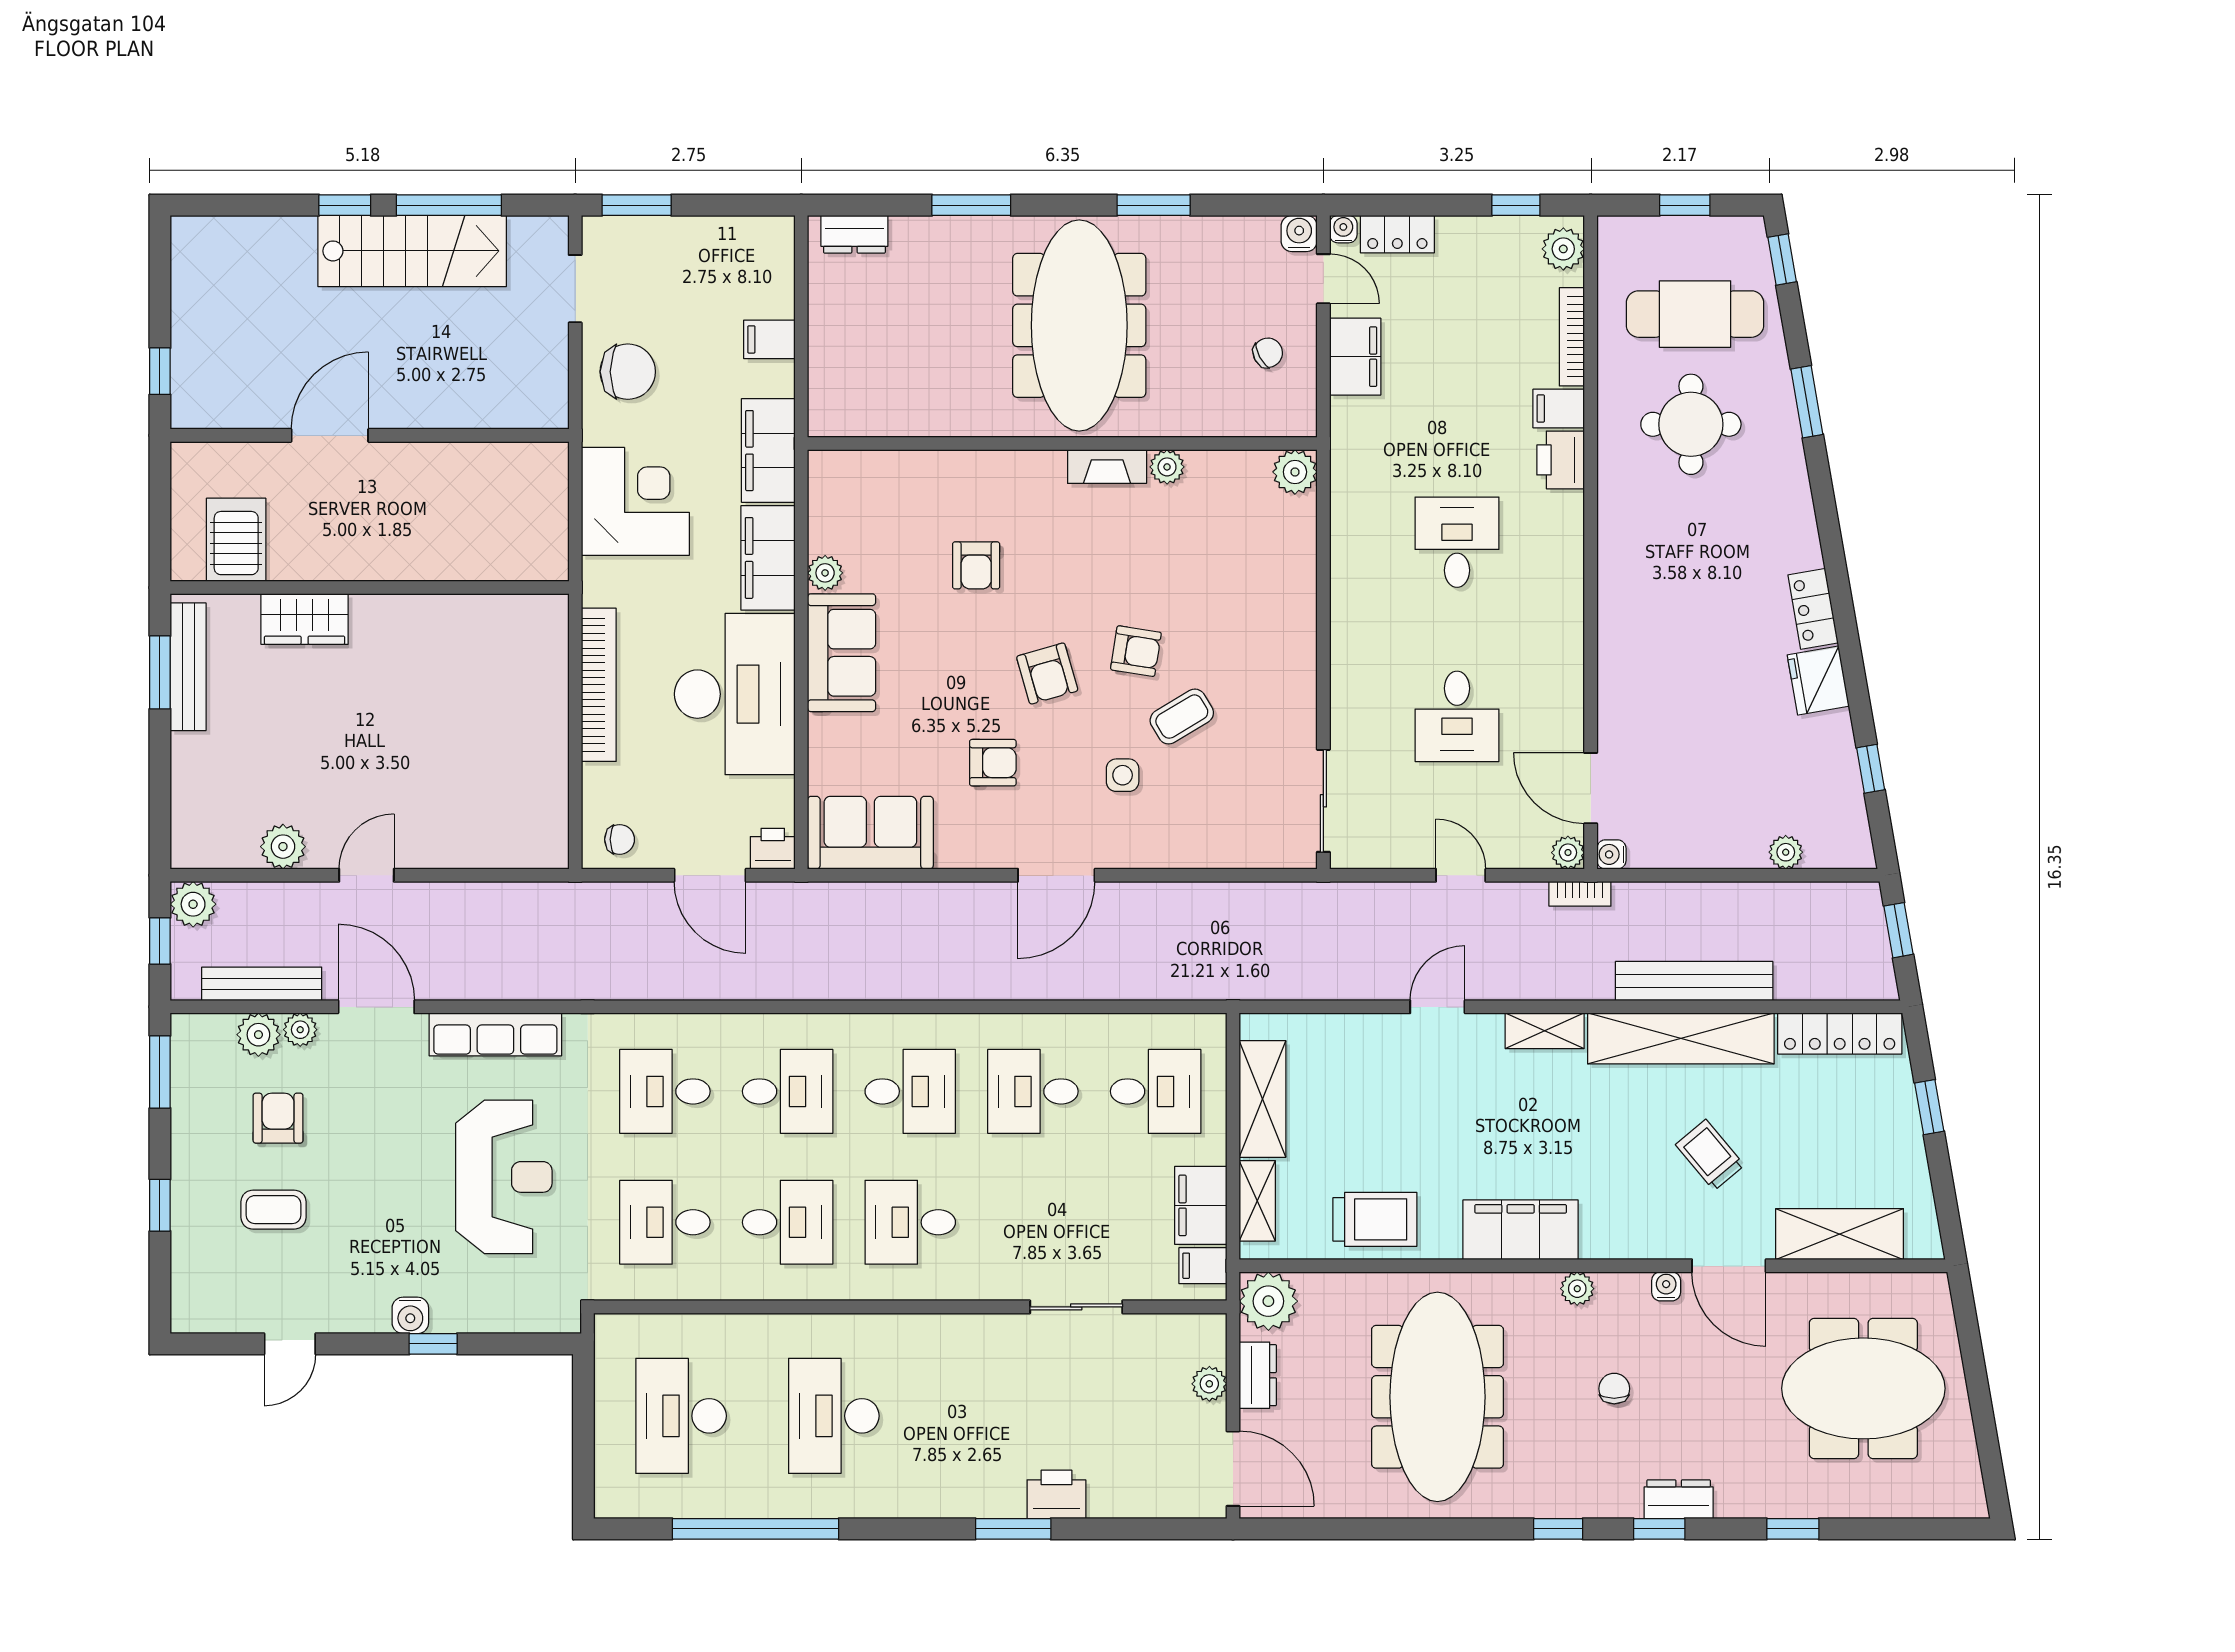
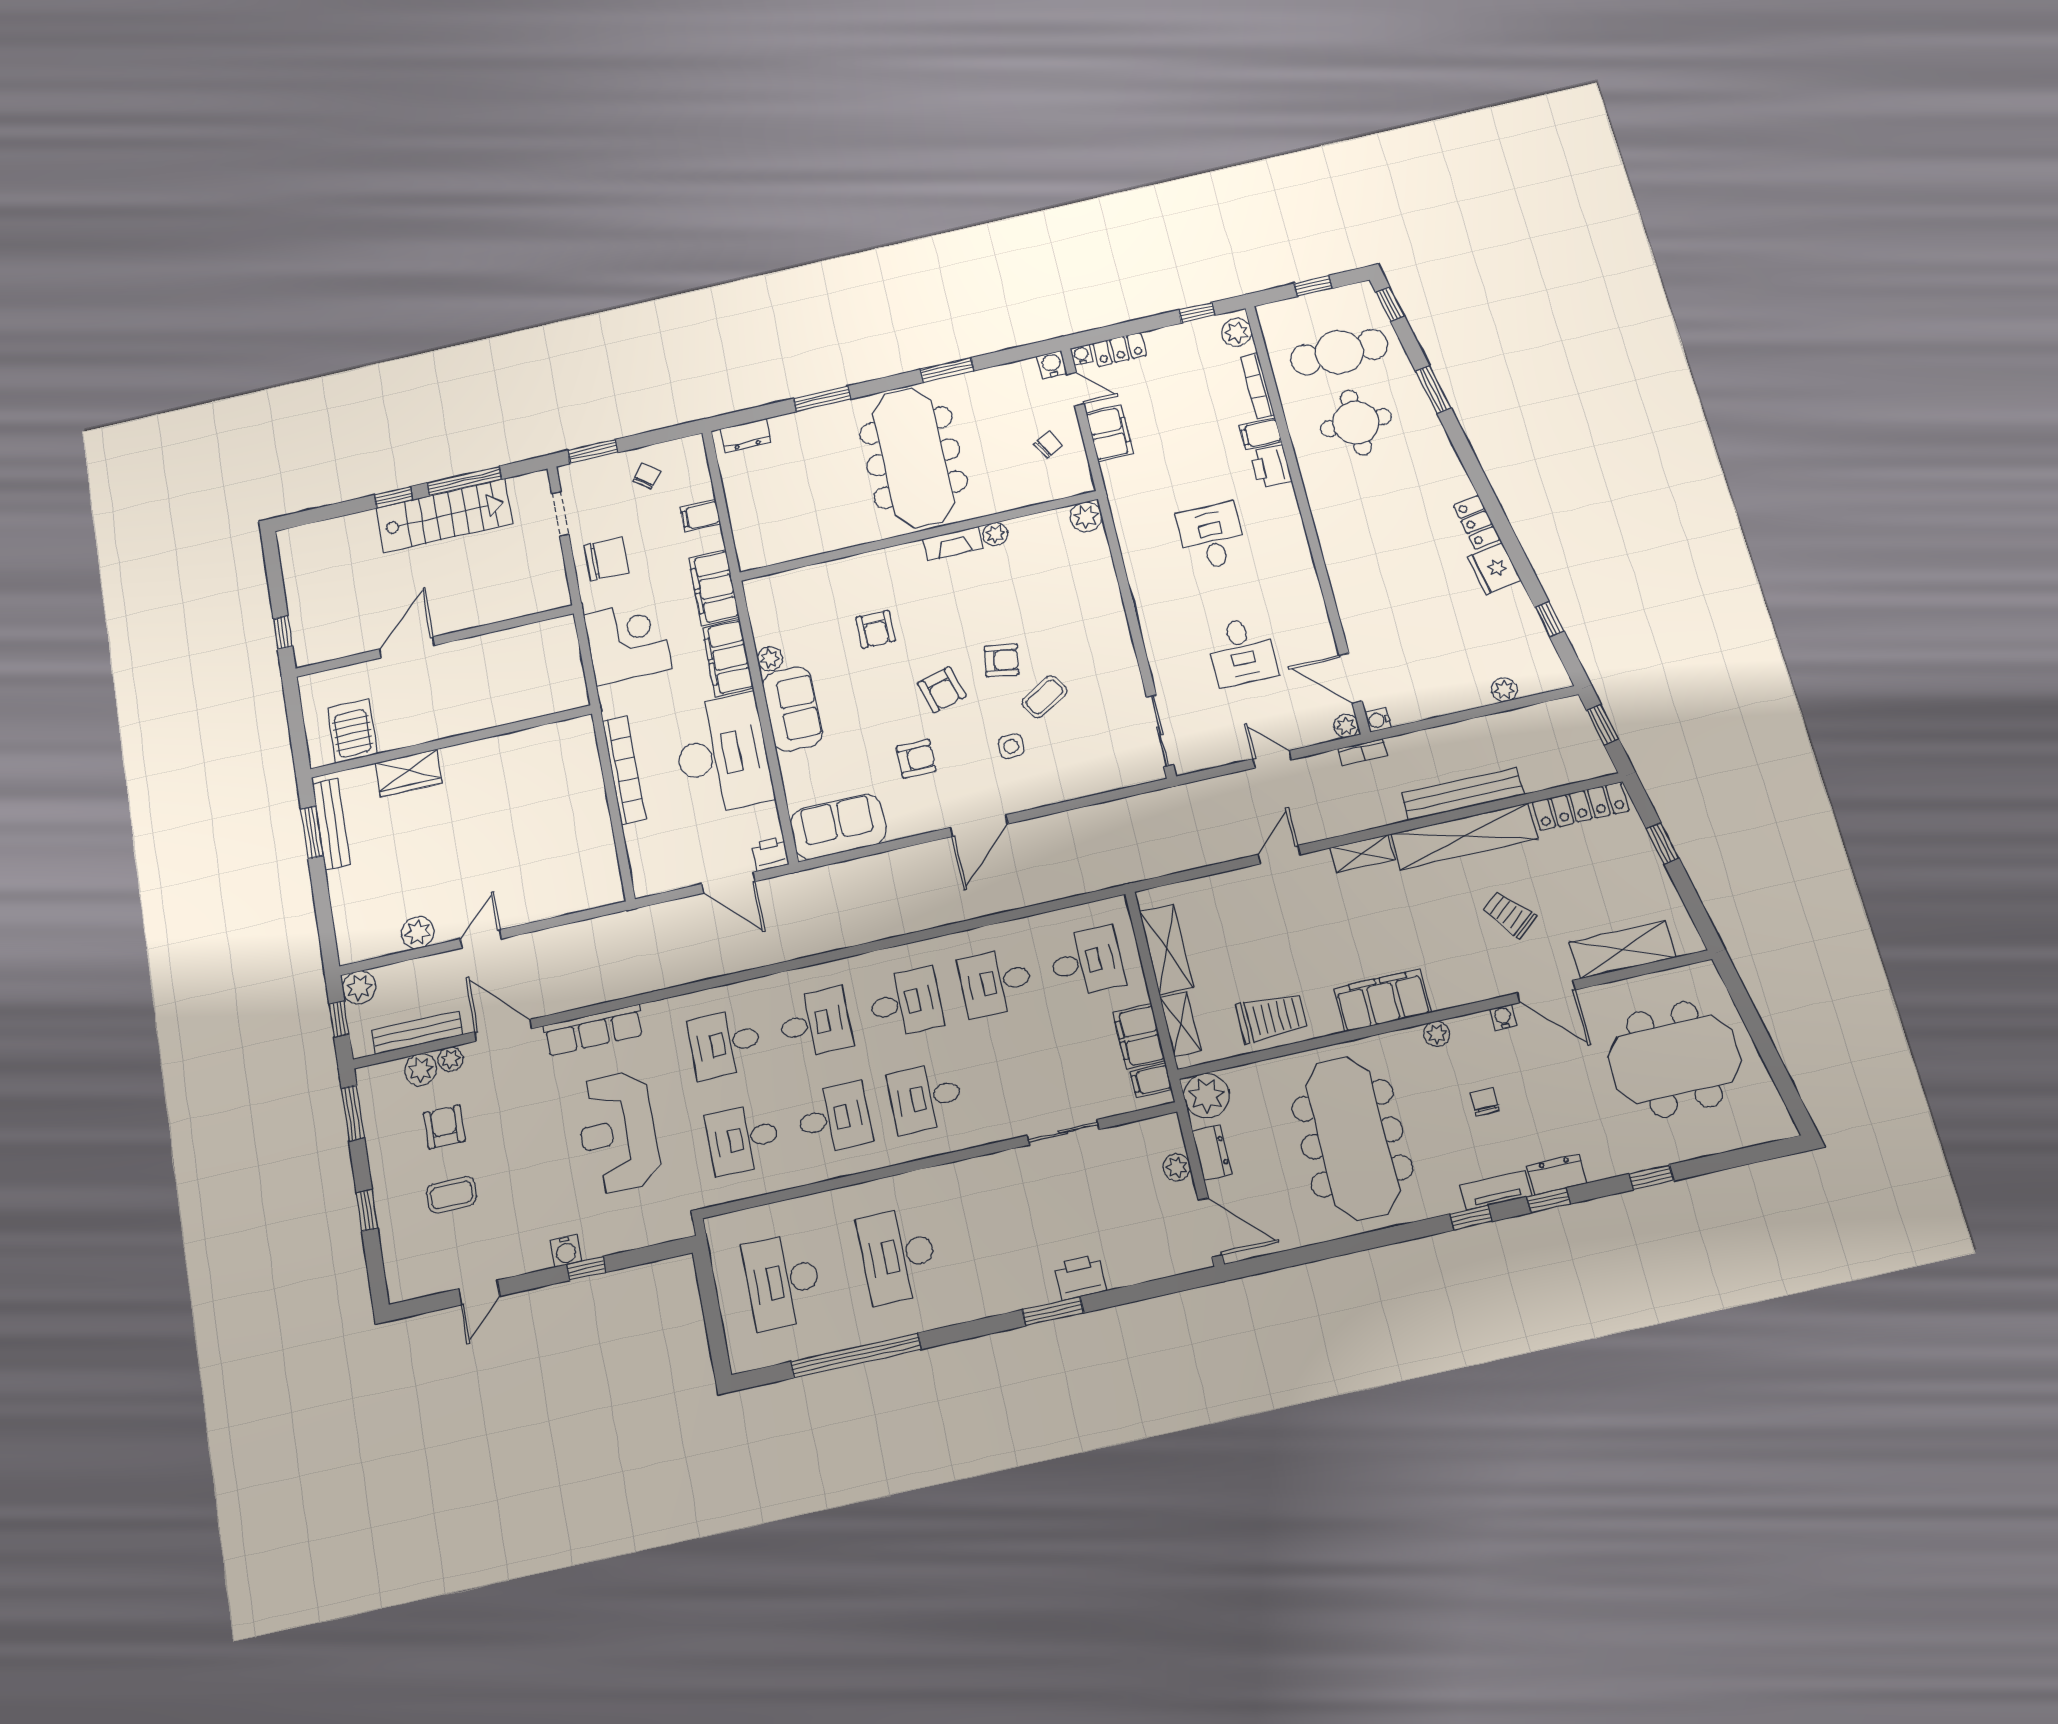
chair: (620, 839) -> (647, 476), moved, turned -52
reception desk: (504, 1177) -> (618, 1132), turned 180
tv unit: (1598, 1502) -> (1496, 1190), added

